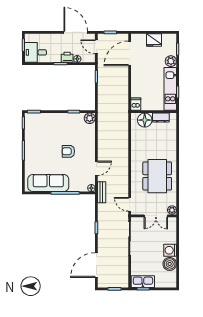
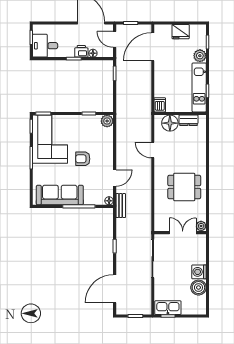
corner sofa: (40, 134) -> (50, 139), added
dining table: (157, 176) -> (184, 187), width x0.73
door: (130, 204) -> (153, 150), moved
double door: (156, 216) -> (183, 233), swing flipped

